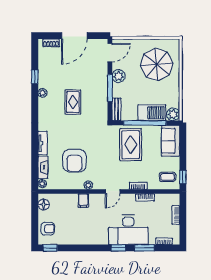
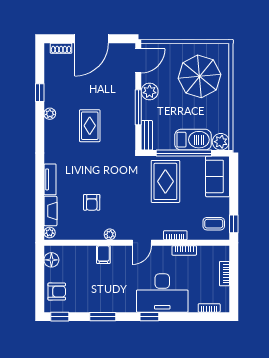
armchair: (74, 161) -> (92, 202), width x0.53, depth x0.53
window: (144, 248) -> (103, 317), moved

